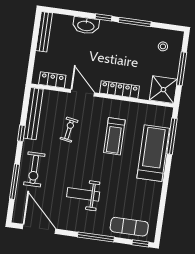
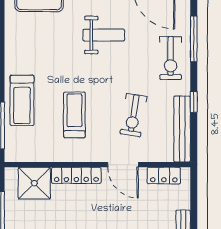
shower: (163, 90) -> (34, 183), moved
exercise bike: (69, 130) -> (133, 115), width x1.38, depth x1.39
treadmill: (153, 153) -> (22, 100), width x0.73, depth x0.73
exercise bike: (34, 169) -> (171, 58), turned 180

